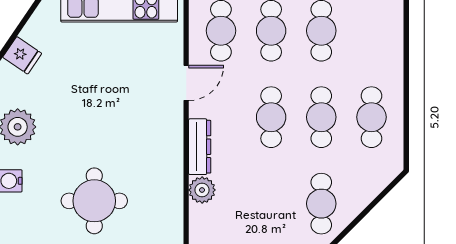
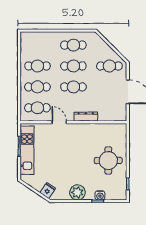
plant: (202, 190) -> (104, 116), removed

